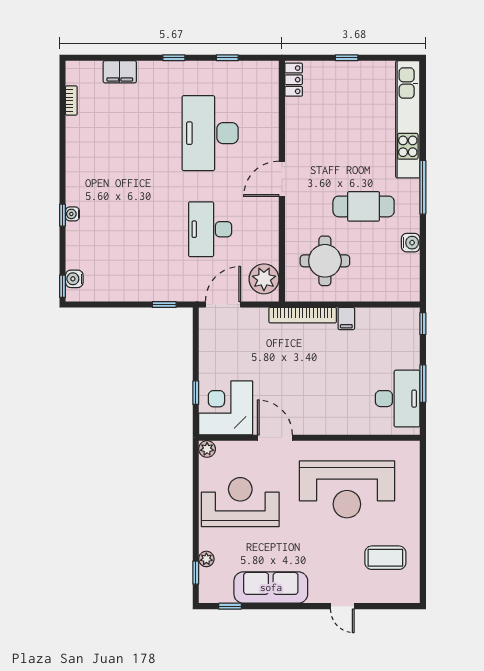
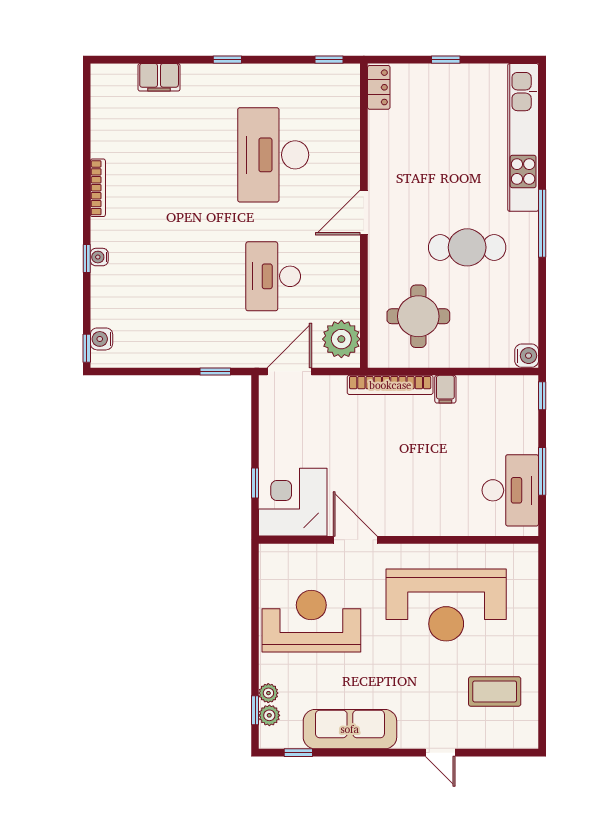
window: (227, 58) -> (329, 60), moved
bookcase: (71, 101) -> (98, 188), moved, width x1.56
water cooler: (411, 243) -> (527, 356), moved
plant: (207, 449) -> (269, 715), moved

